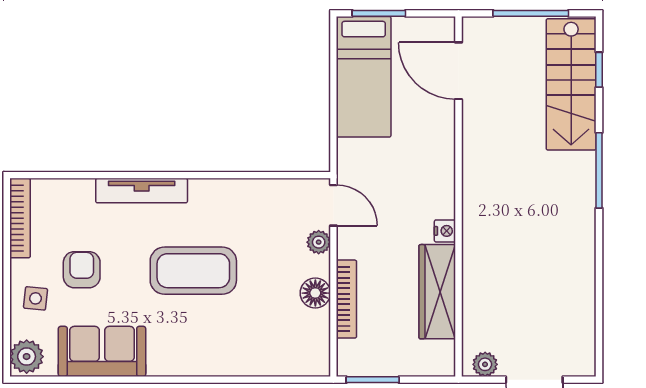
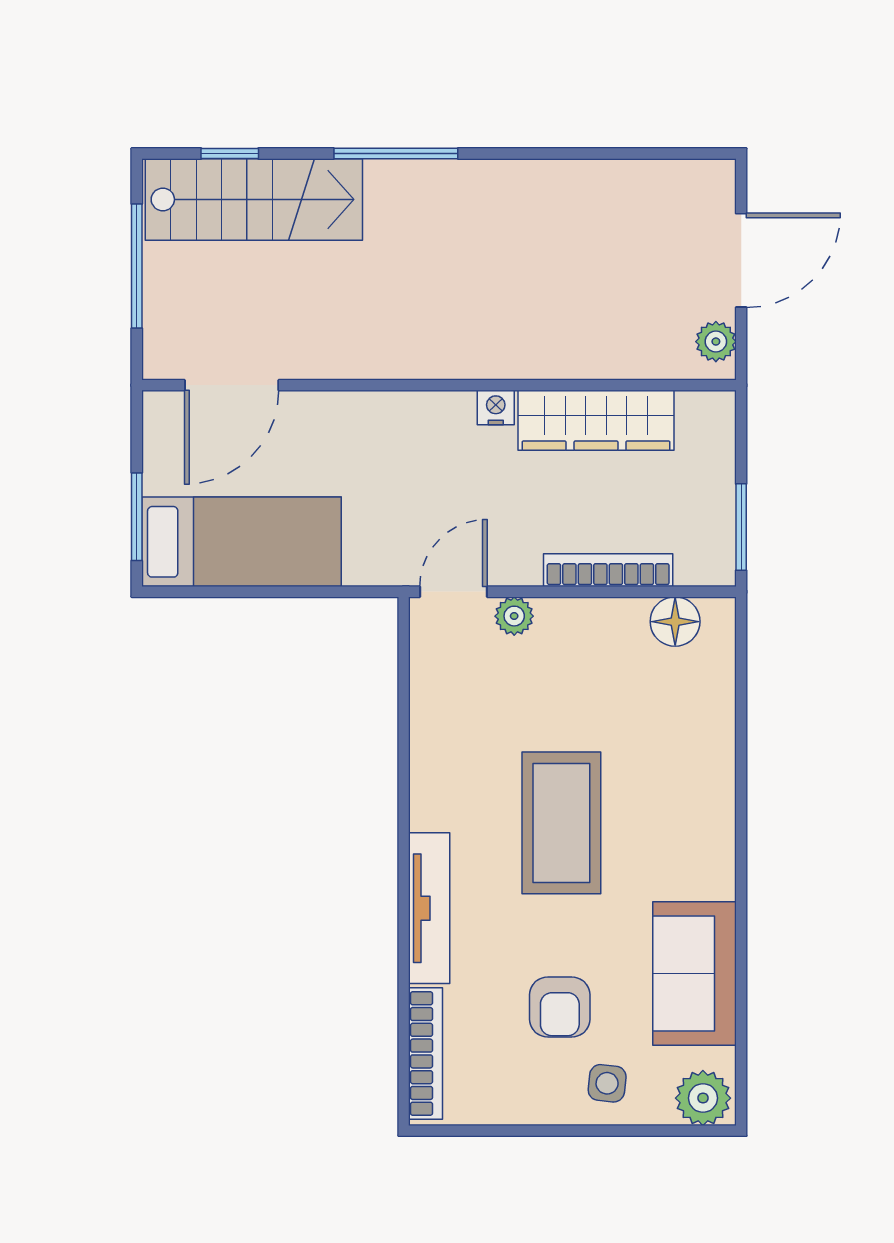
bookcase: (20, 218) -> (426, 1054), moved, turned 90
armchair: (82, 270) -> (560, 1007), turned -90
floor lamp: (315, 293) -> (675, 622), moved

